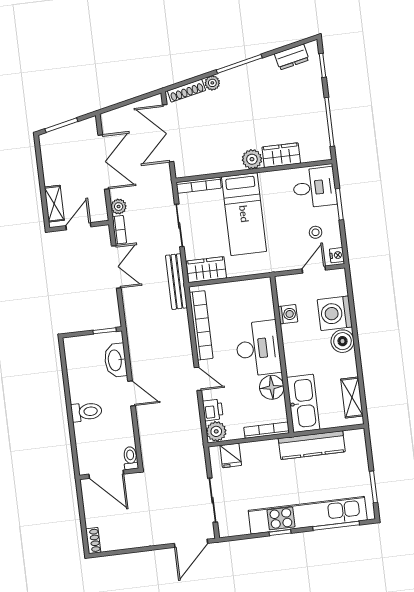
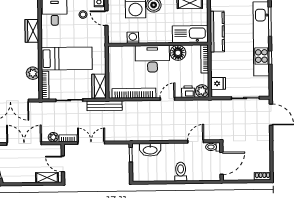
plant: (252, 159) -> (33, 73), moved
door: (132, 393) -> (196, 142), moved

